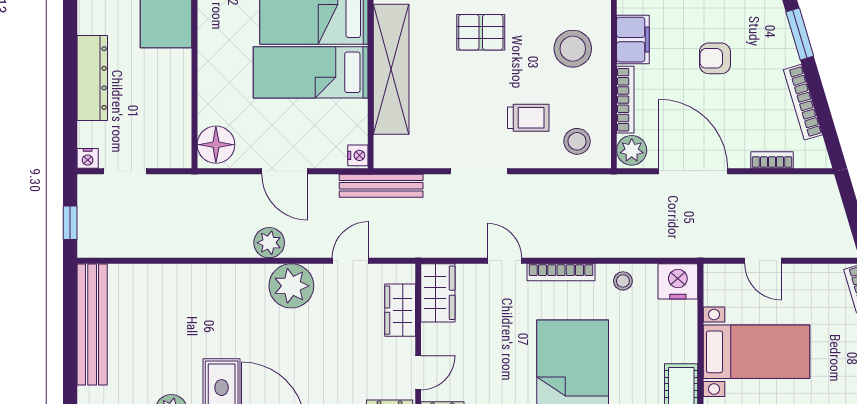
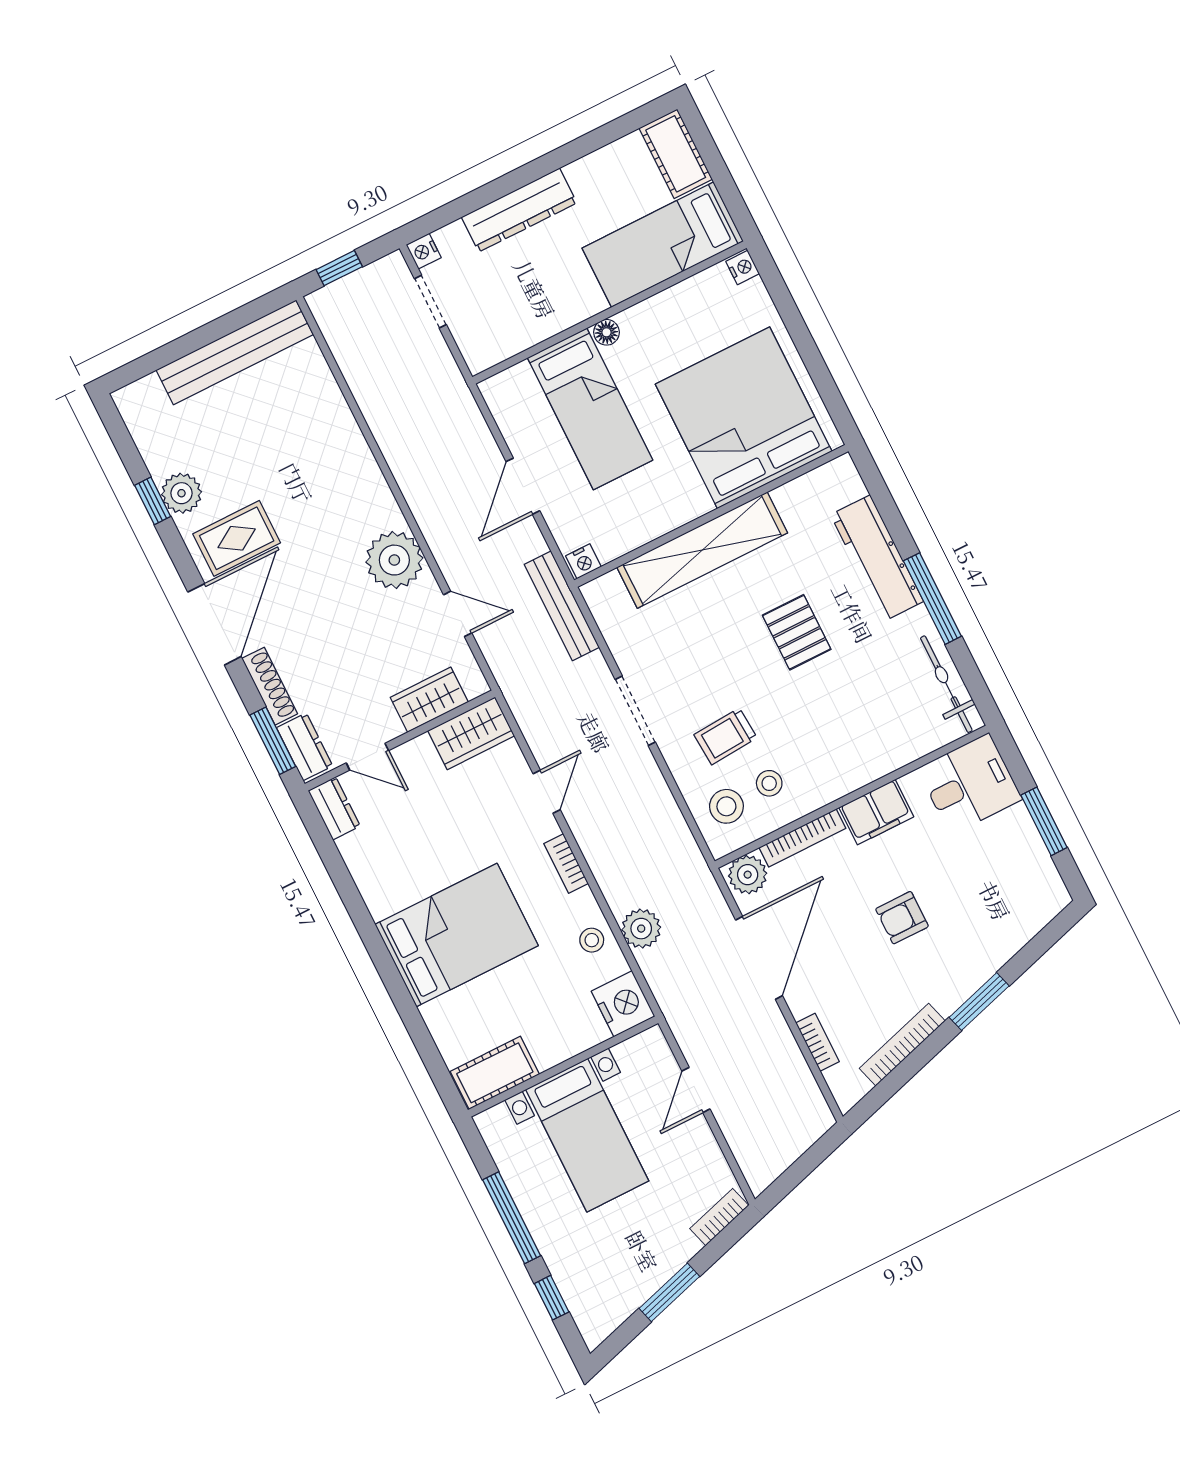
stool: (573, 49) -> (769, 783), moved, width x0.53, depth x0.53
armchair: (715, 58) -> (902, 918), turned -90
bed: (311, 72) -> (590, 409), moved, turned 180
trolley: (528, 118) -> (726, 736), turned 86
floor lamp: (216, 145) -> (606, 332), moved, width x0.53, depth x0.53
plant: (269, 243) -> (641, 929), moved
bookcase: (561, 272) -> (566, 864), width x0.64

